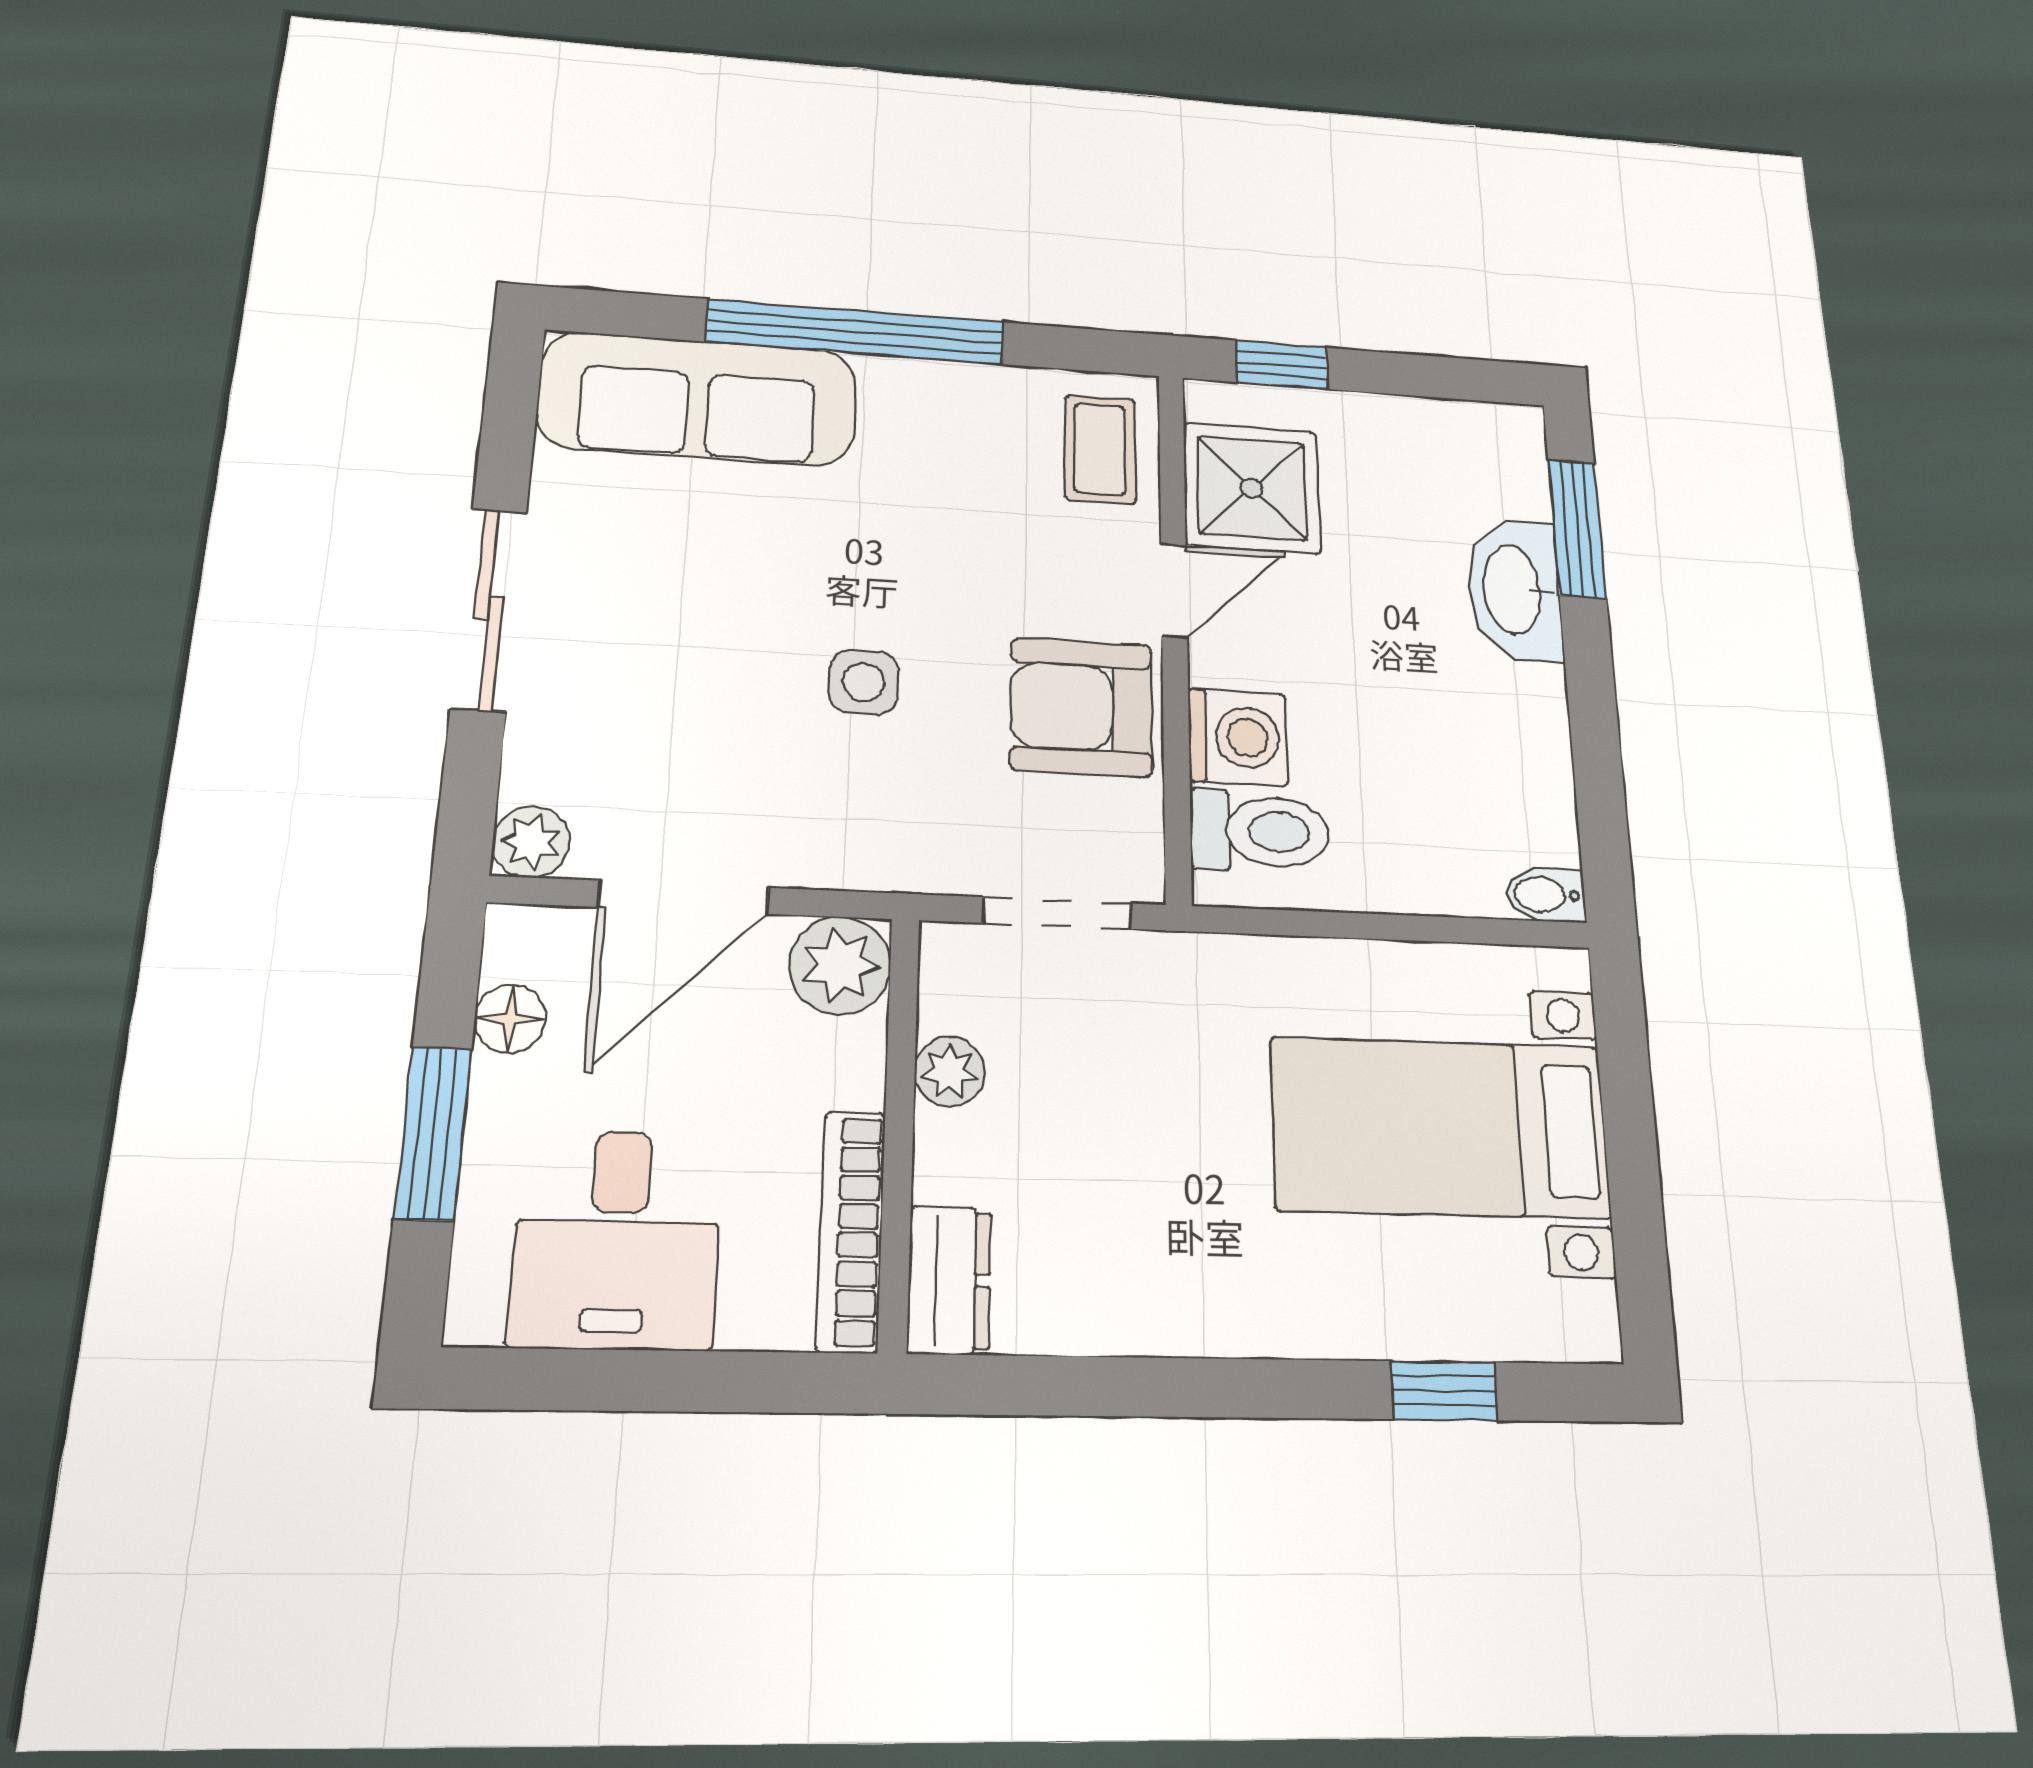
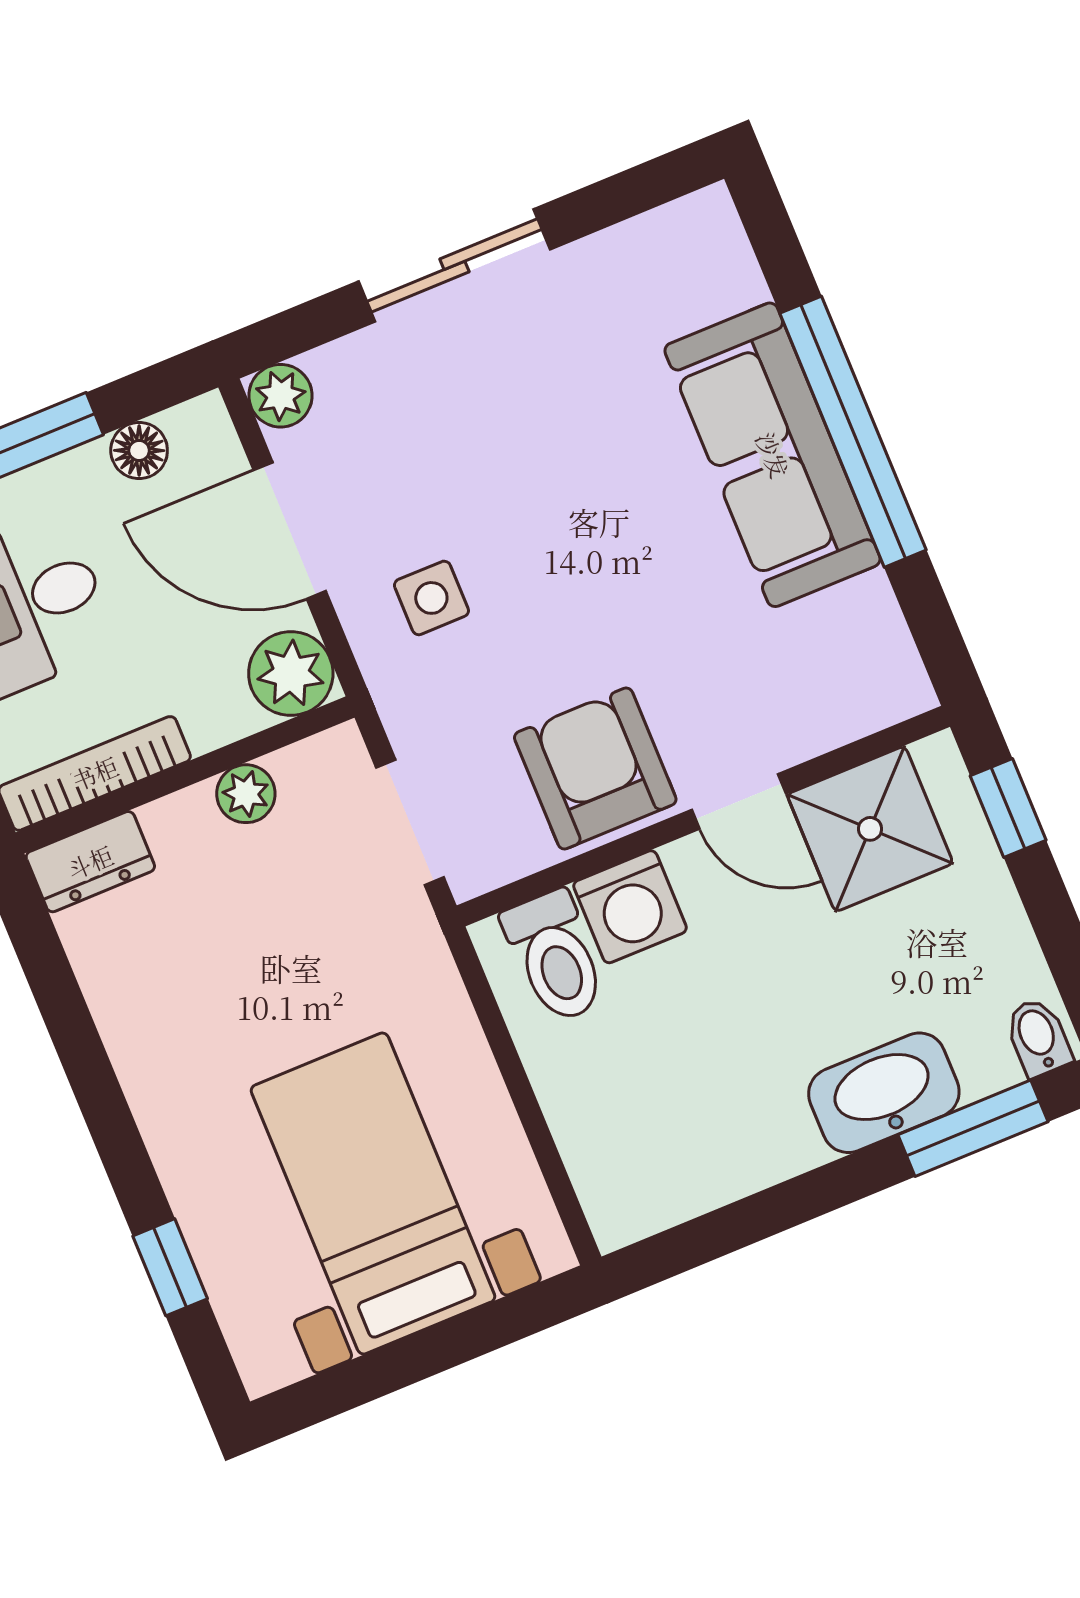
sofa: (698, 399) -> (773, 455), moved
coffee table: (1100, 449) -> (843, 685), removed
side table: (864, 682) -> (431, 598), moved
bidet: (1545, 895) -> (1038, 1037), moved

